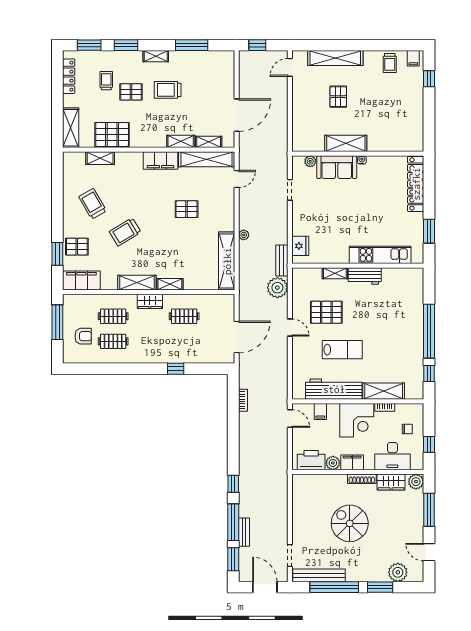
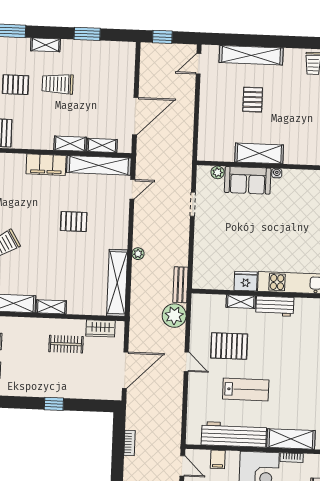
window: (192, 45) -> (87, 34), width x0.69
fridge: (300, 246) -> (246, 281), moved, turned -90
wardrobe: (150, 301) -> (100, 328), moved

